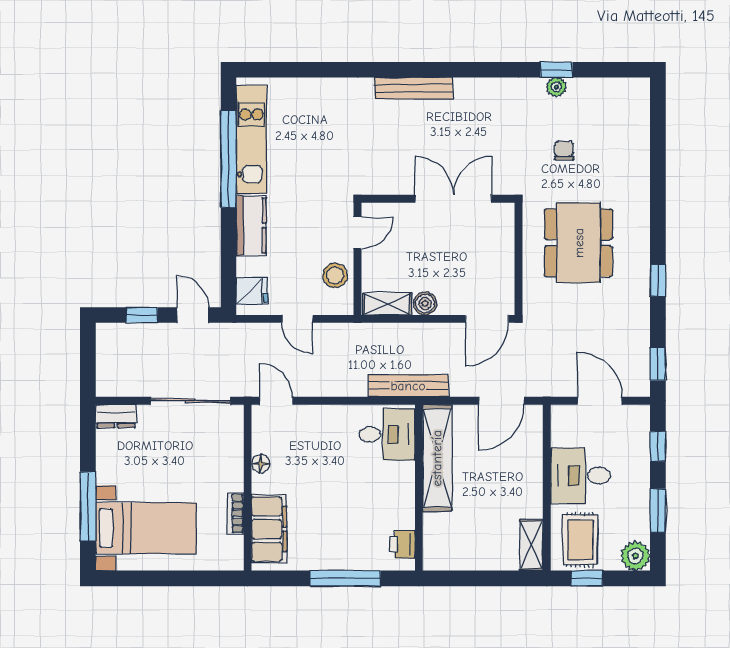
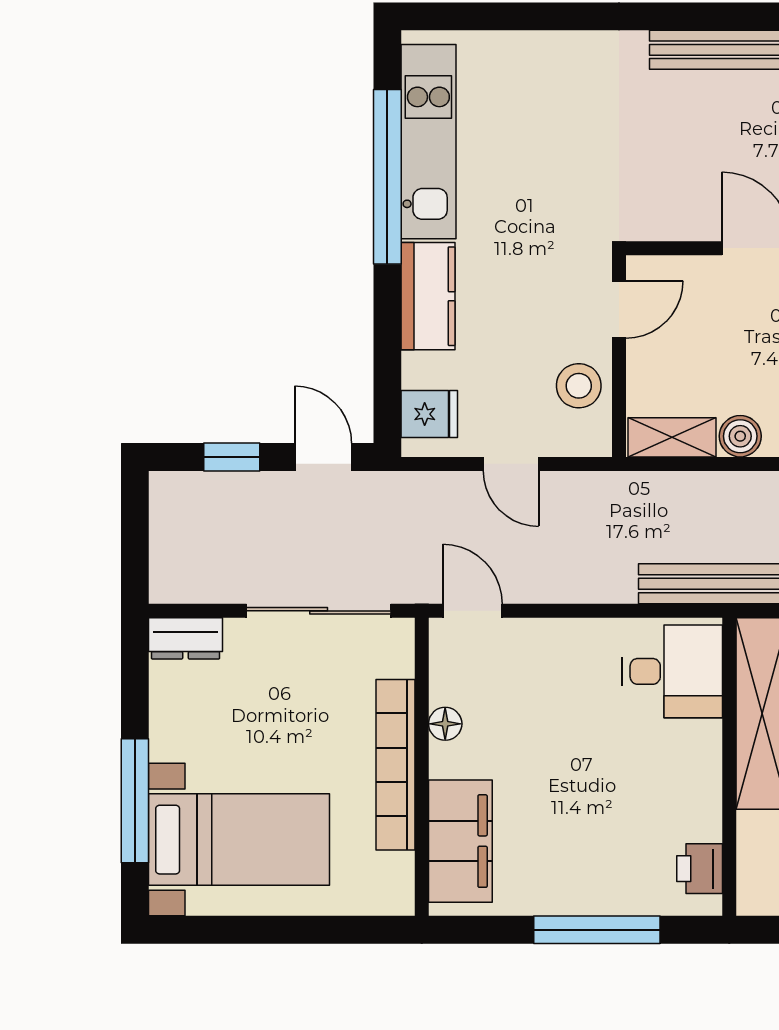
bookcase: (236, 513) -> (395, 765), width x2.31, depth x1.31

